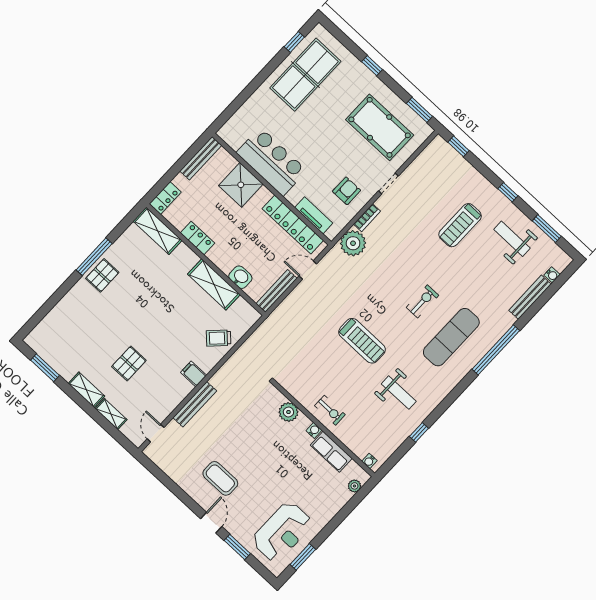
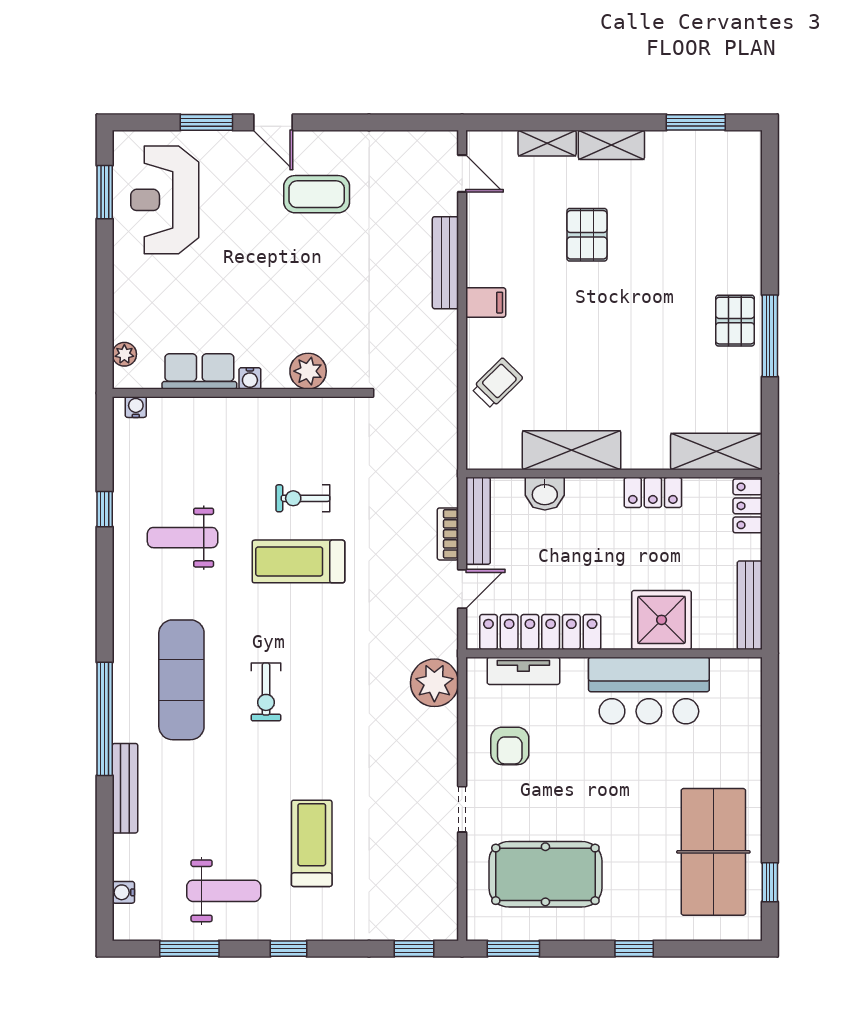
bookcase: (367, 218) -> (448, 534), moved
bench: (530, 297) -> (125, 788), moved
exercise bike: (330, 410) -> (303, 498), moved

